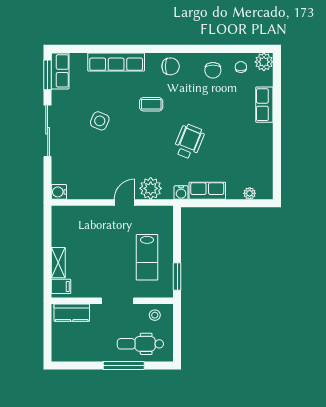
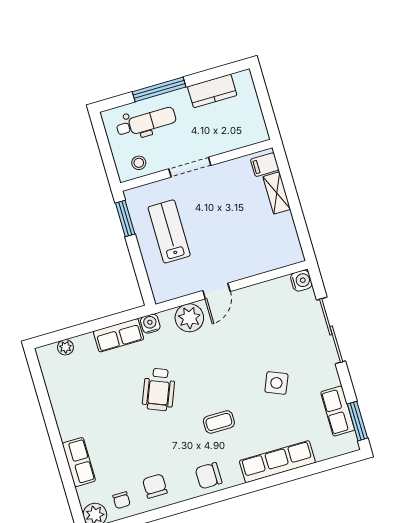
row of seats: (60, 71) -> (338, 411), moved
sliding door: (48, 131) -> (331, 330), moved
kitchen counter: (72, 313) -> (212, 91), moved, turned 180

